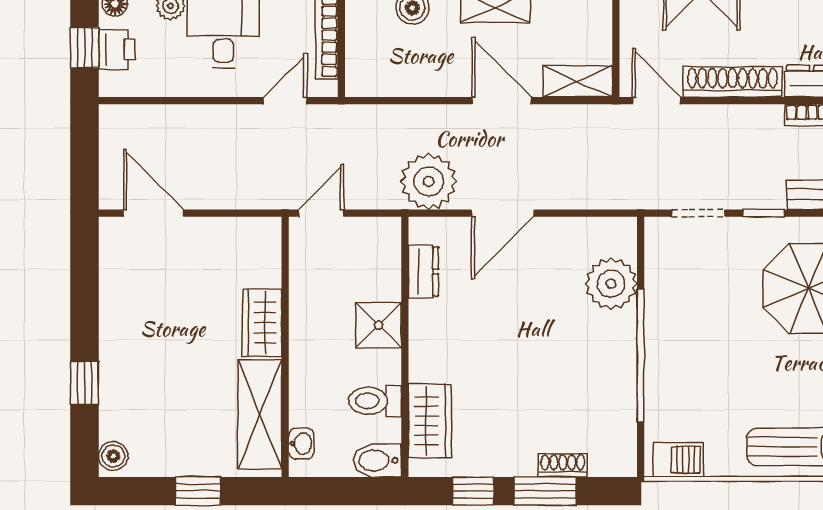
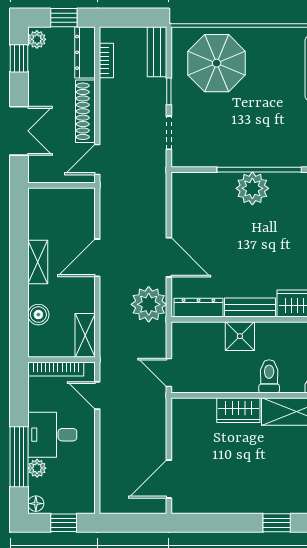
printer: (117, 49) -> (65, 502), removed
shelving: (578, 81) -> (85, 335), moved
dresser: (423, 272) -> (198, 308), width x1.44
plant: (611, 284) -> (252, 188), moved
bench: (424, 341) -> (250, 307), added
toilet: (375, 401) -> (269, 376), moved, turned 180

